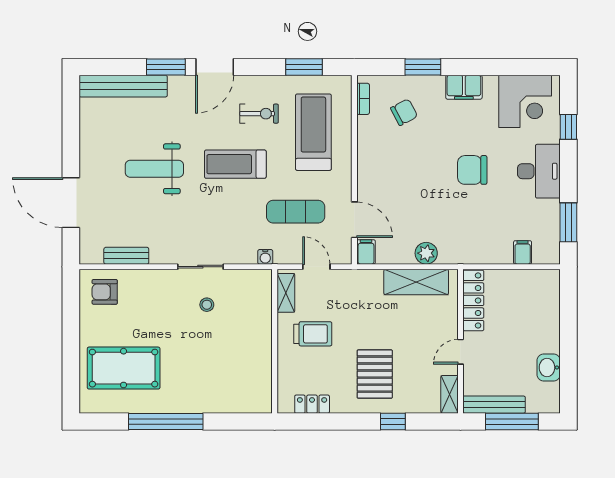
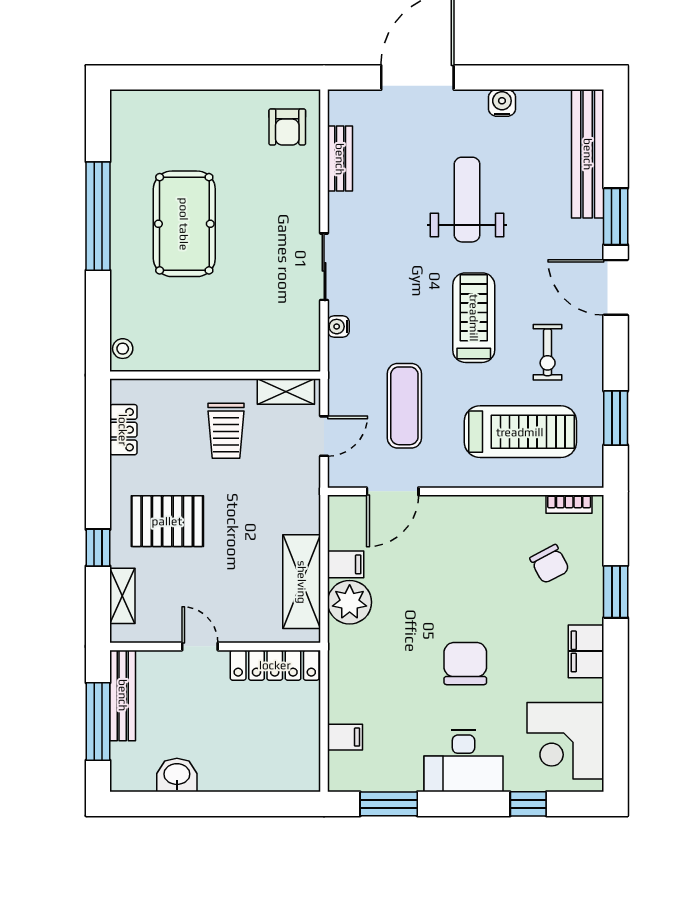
water cooler: (88, 145) -> (502, 103), added
filing cabinet: (366, 252) -> (346, 564), moved
plant: (426, 253) -> (350, 602), width x1.36, depth x1.36
water cooler: (265, 257) -> (338, 327), moved
armchair: (105, 292) -> (287, 127), turned 180
stool: (207, 305) -> (123, 349), moved
pool table: (124, 368) -> (184, 224), moved
shelving: (449, 394) -> (122, 596), moved, turned 90

